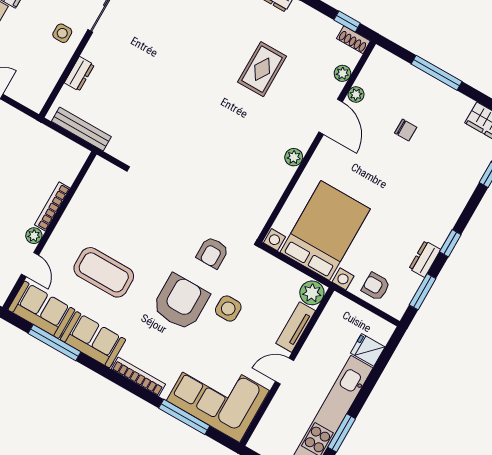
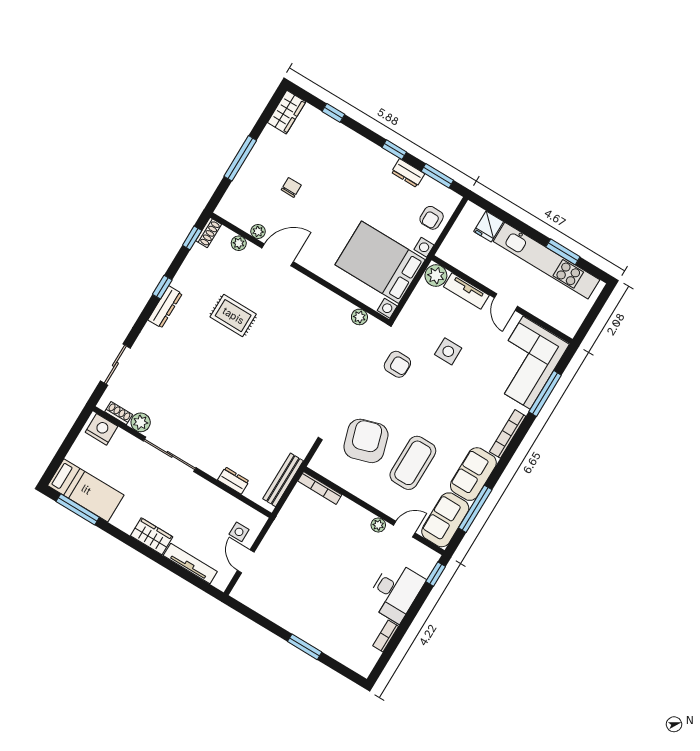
side table: (62, 33) -> (239, 532), moved
plant: (294, 157) -> (359, 317), moved
bookcase: (52, 206) -> (320, 488), moved
armchair: (181, 302) -> (366, 441), moved, turned 73

